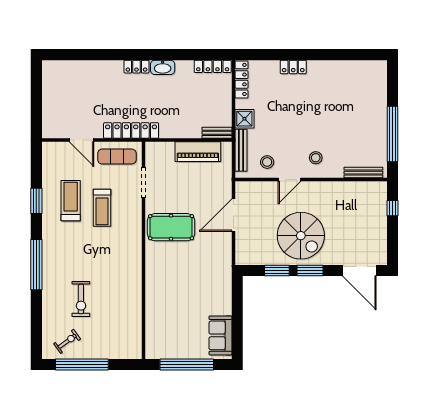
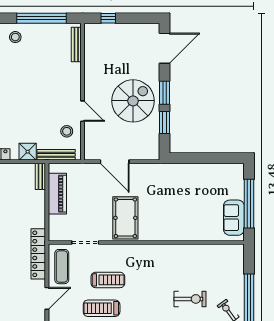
stool: (316, 158) -> (15, 37), moved
sofa: (220, 335) -> (234, 218), moved, turned 90

